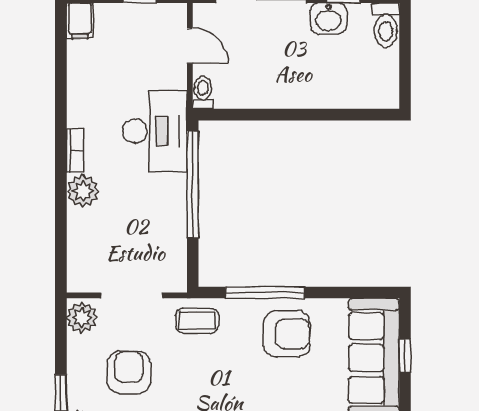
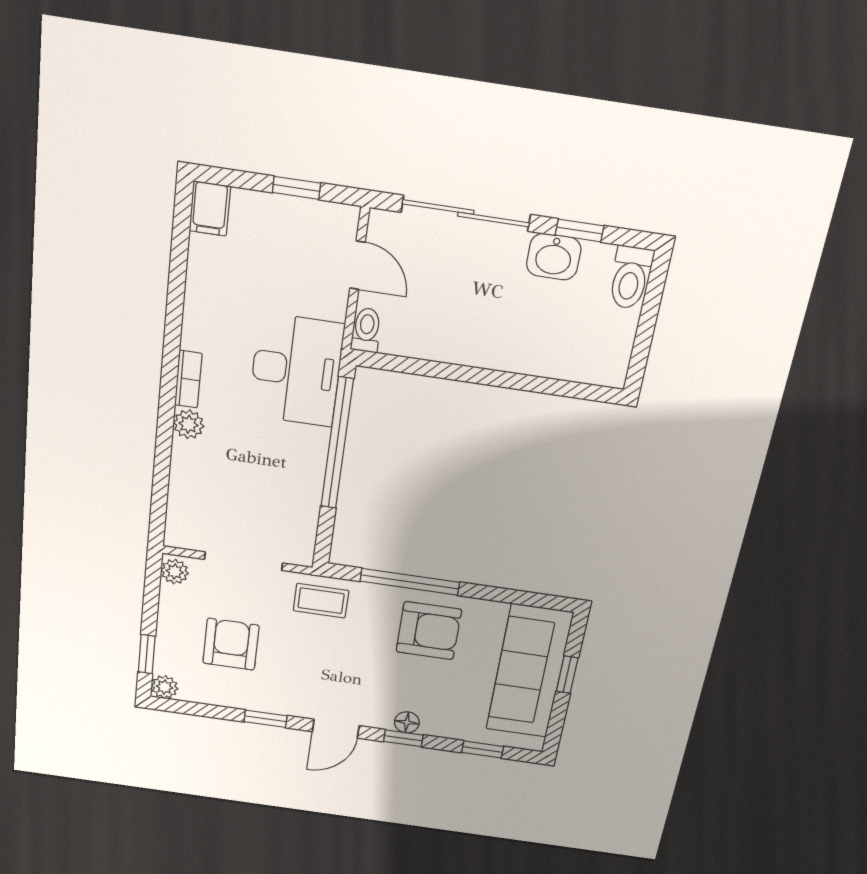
plant: (83, 191) -> (189, 424), width x0.73, depth x0.73
plant: (82, 318) -> (175, 572), width x0.73, depth x0.73

